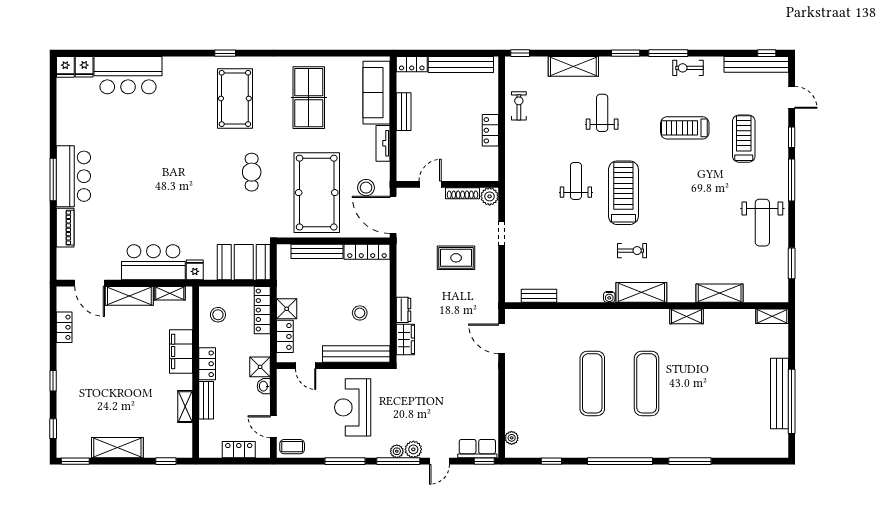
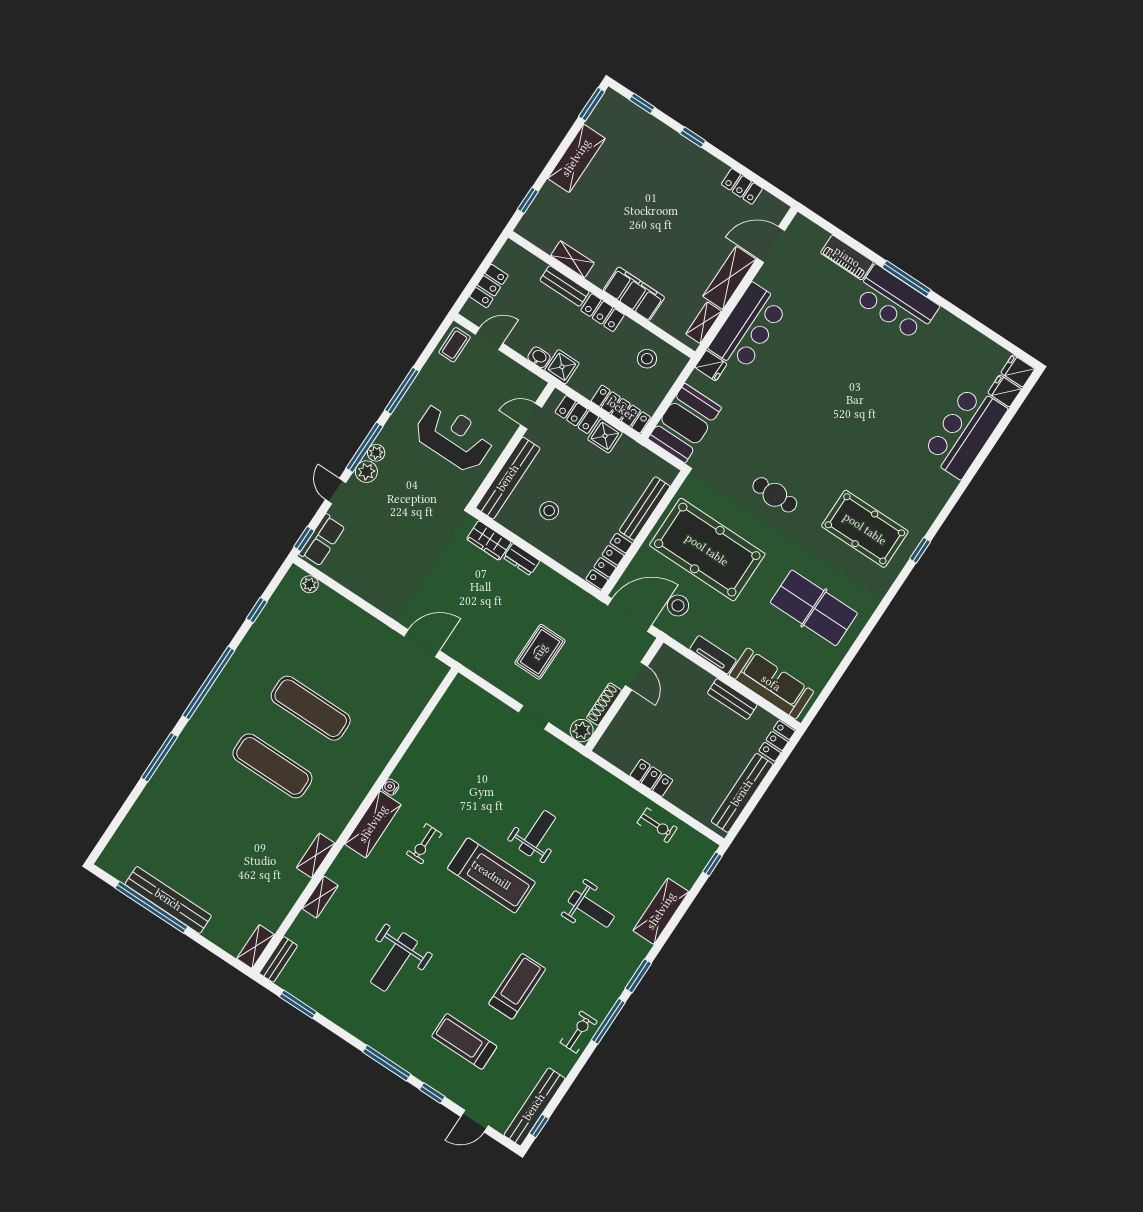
treadmill: (744, 139) -> (464, 1041), turned 180
weight bench: (576, 181) -> (537, 833), turned -90
weight bench: (762, 223) -> (394, 962), moved, turned -90
shelving: (720, 293) -> (320, 897), width x0.67, depth x0.75
bench: (539, 296) -> (278, 959), moved

